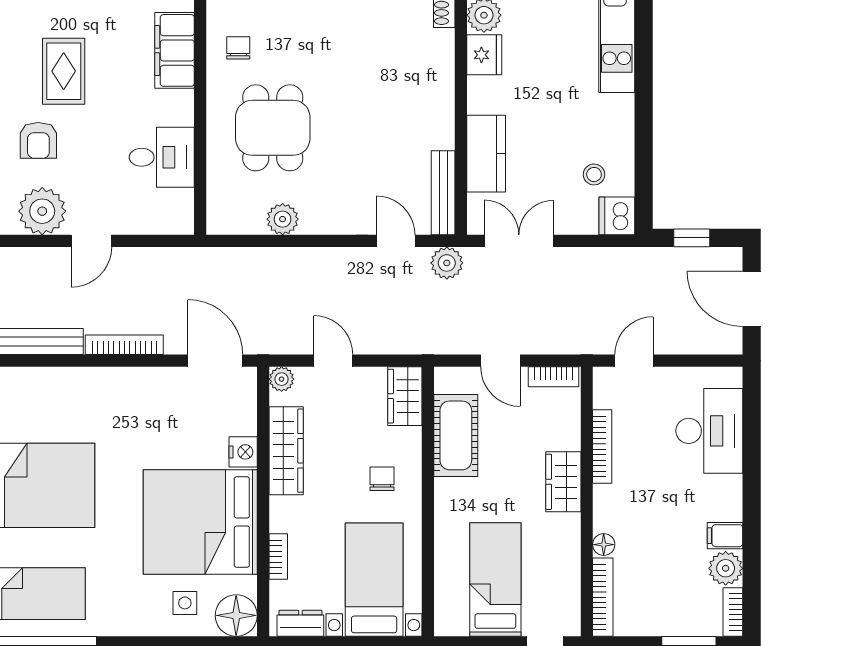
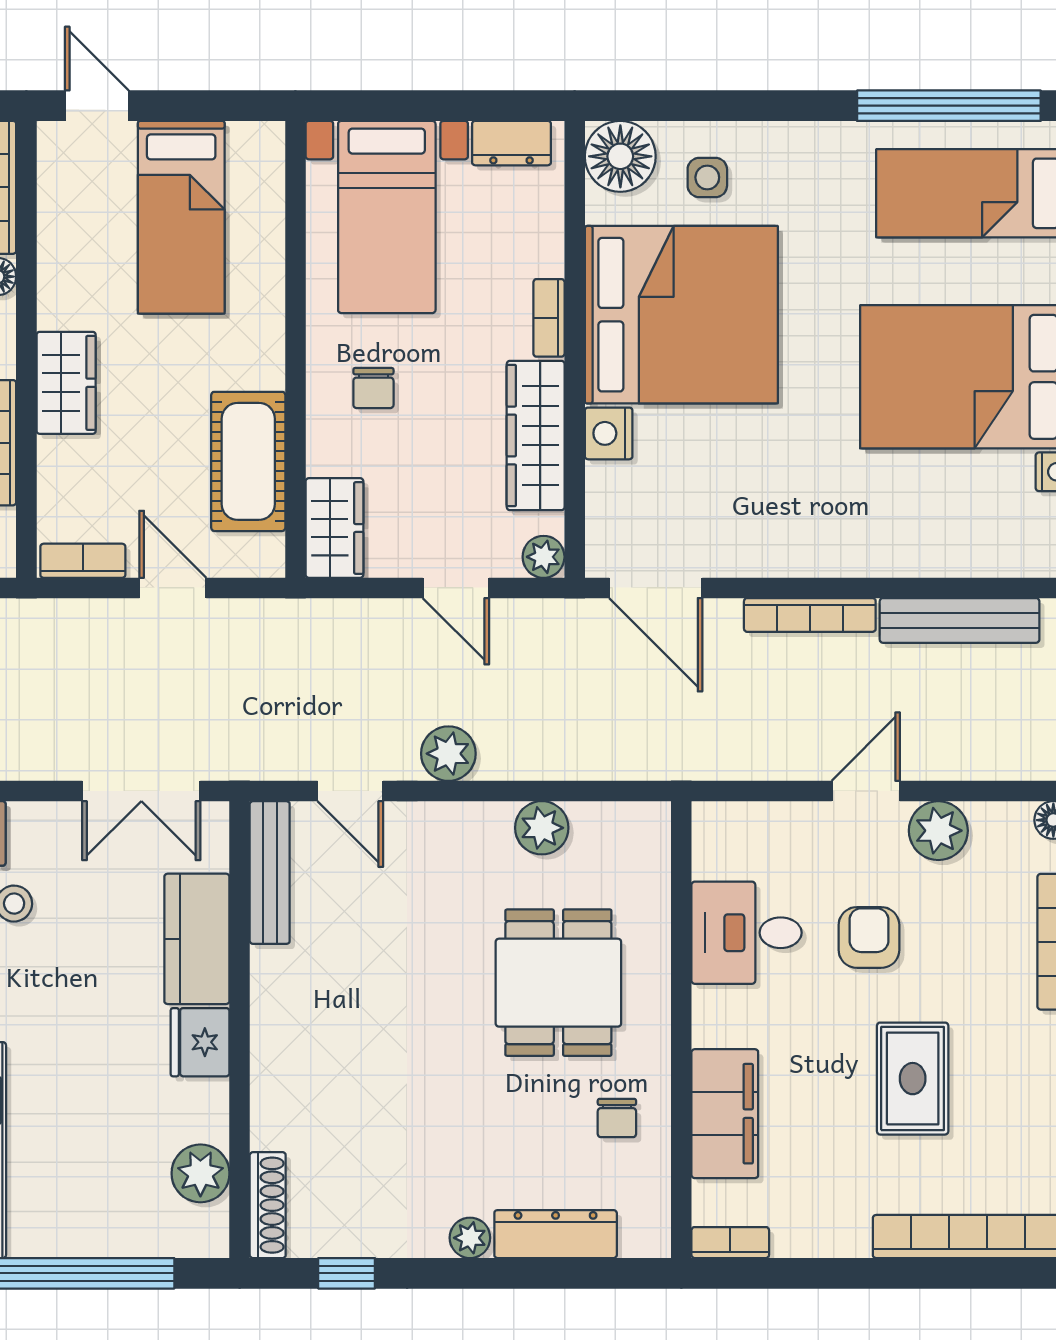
fridge: (484, 55) -> (200, 1042), moved
armchair: (38, 140) -> (869, 937), moved
plant: (42, 211) -> (938, 831), width x0.73, depth x0.73
plant: (447, 263) -> (448, 754), moved
bookcase: (278, 557) -> (549, 318), moved

